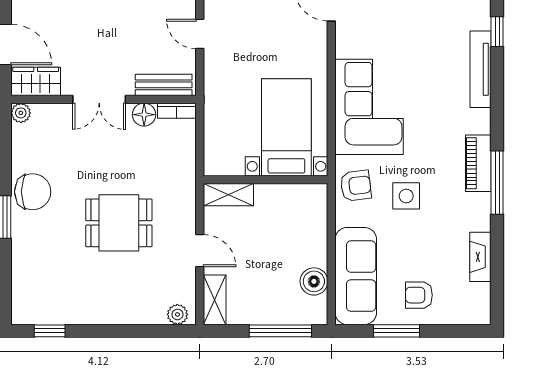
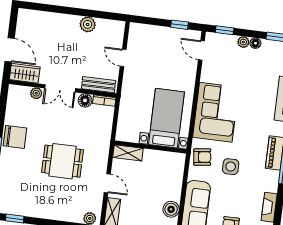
plant: (21, 113) -> (36, 93), moved

